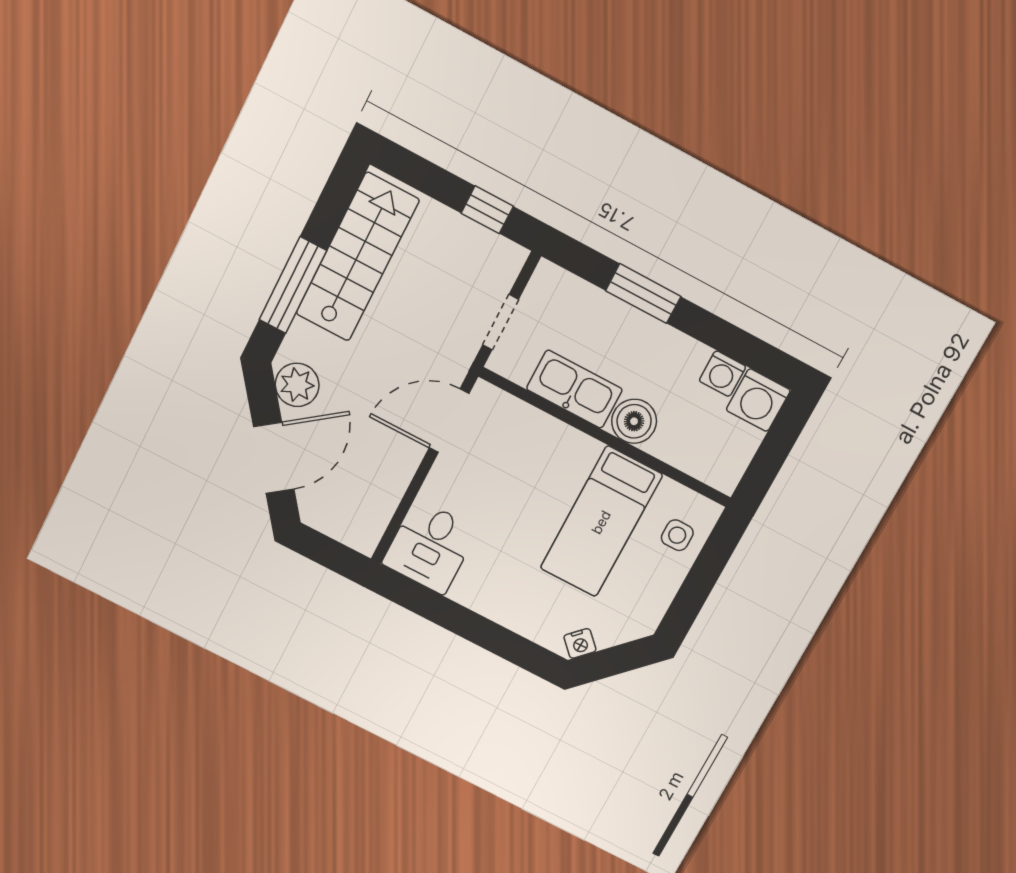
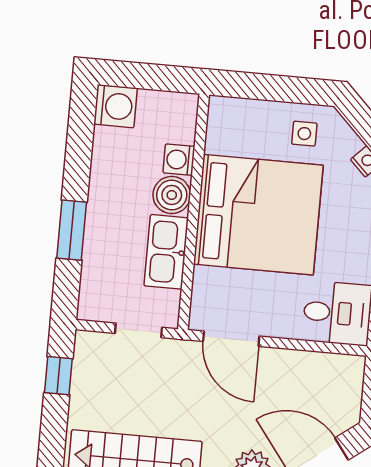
washing machine: (722, 374) -> (179, 160), moved, turned 180
bed: (601, 522) -> (258, 215), width x2.04
side table: (677, 535) -> (304, 134), moved

